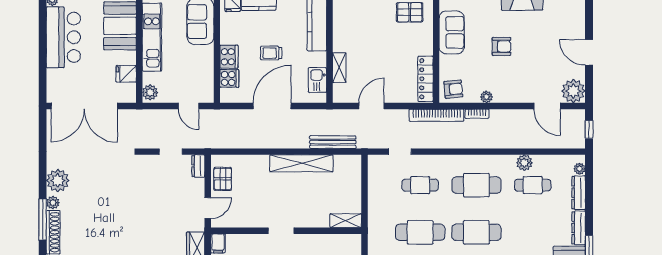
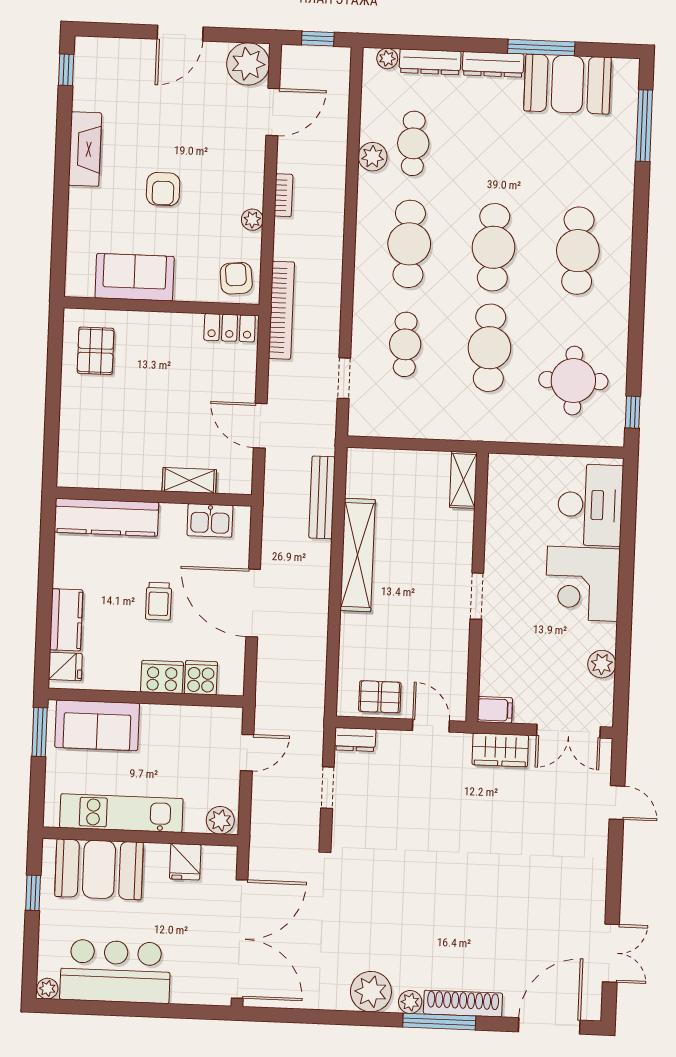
armchair: (502, 46) -> (163, 189), turned 180
locker: (426, 79) -> (230, 328), width x0.66
bookcase: (477, 114) -> (283, 195), moved

